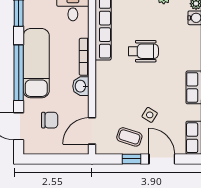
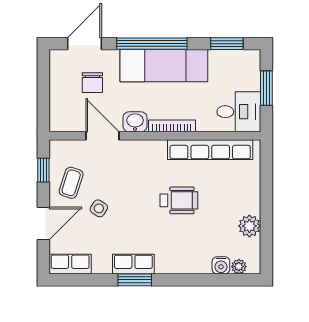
wheelchair: (143, 51) -> (179, 200), turned -90
door: (92, 131) -> (102, 136), moved
window: (132, 159) -> (43, 170), moved

